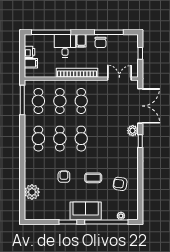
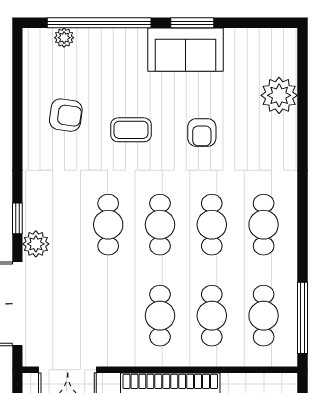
cafe table: (103, 139) -> (108, 225), added
sofa: (86, 211) -> (186, 50), moved

